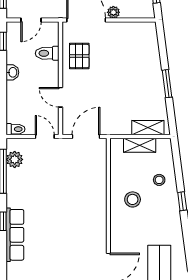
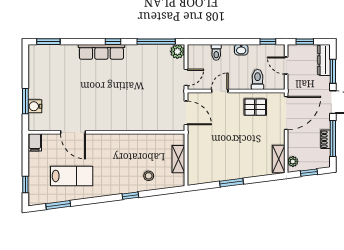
plant: (113, 12) -> (293, 161), moved
shelving: (148, 128) -> (279, 159), moved
toilet: (16, 129) -> (216, 52), moved
plant: (15, 159) -> (177, 52), moved
stool: (133, 199) -> (132, 153), removed

